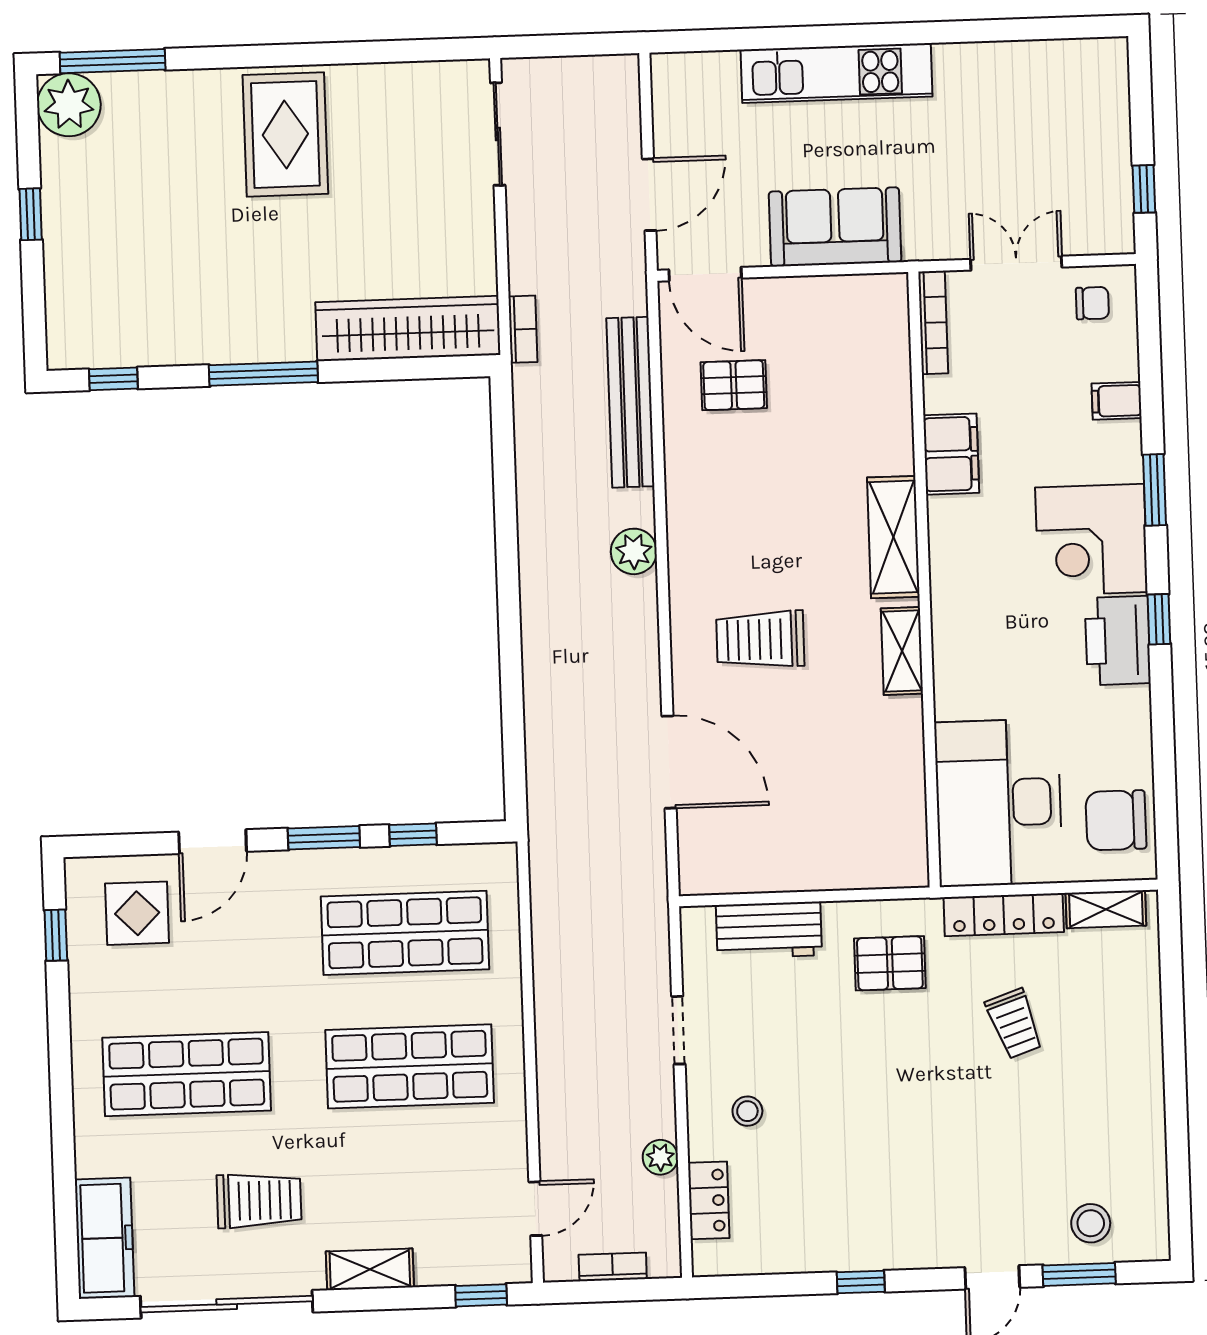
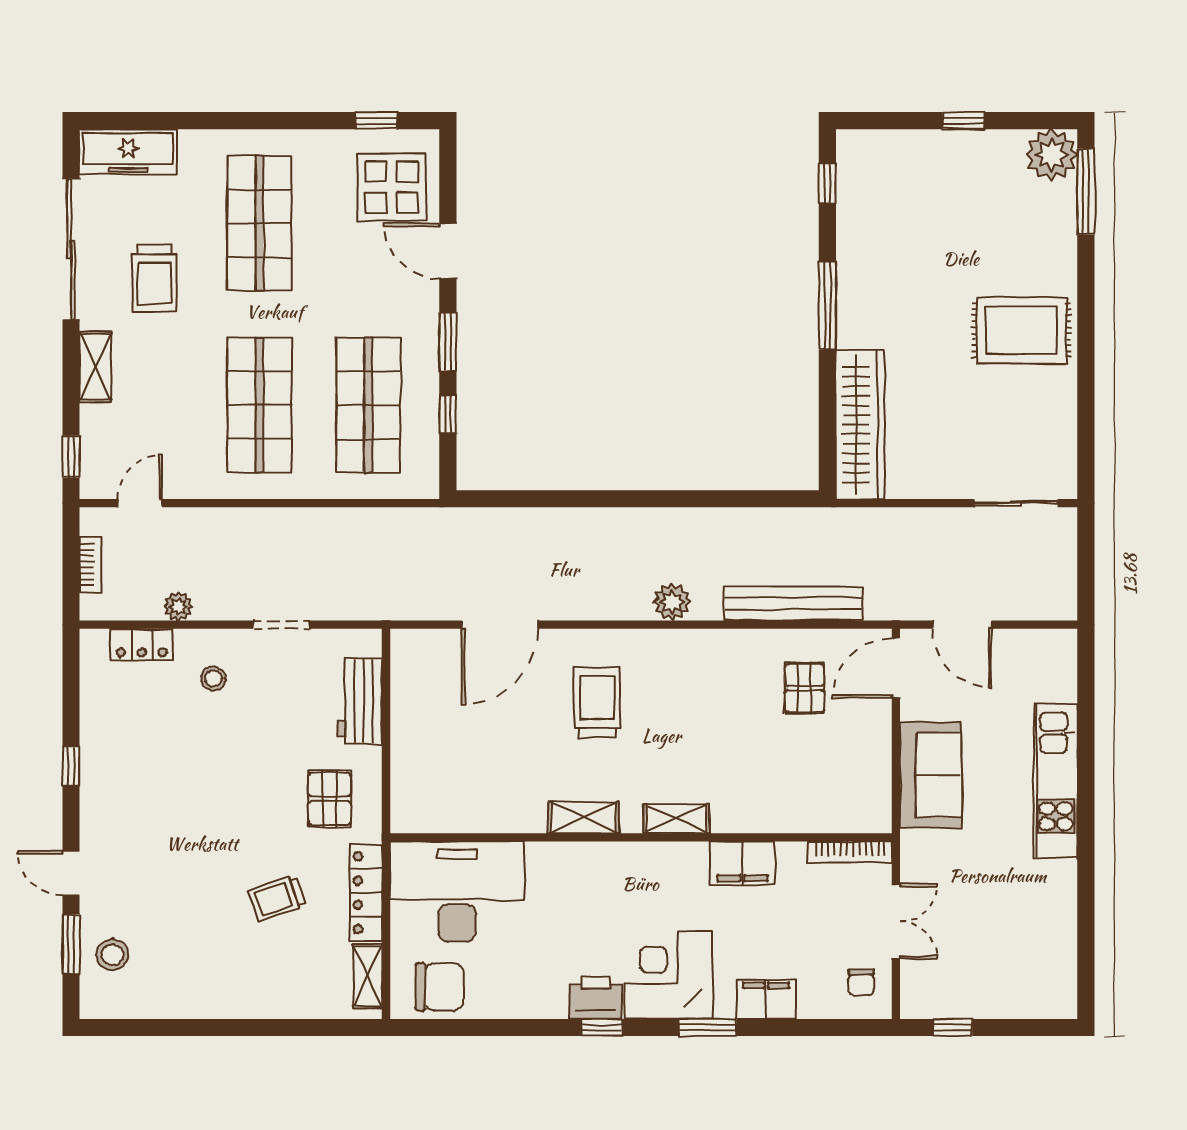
bookcase: (523, 329) -> (856, 518), removed
filing cabinet: (1117, 401) -> (766, 999), width x2.00
shelving: (893, 537) -> (676, 819), width x0.67, depth x0.75
printer: (1118, 640) -> (596, 998), width x0.73, depth x0.84
chair: (1116, 820) -> (440, 987), turned 90
display table: (137, 913) -> (392, 187), width x1.36, depth x1.36
door: (535, 1209) -> (140, 503), swing flipped

